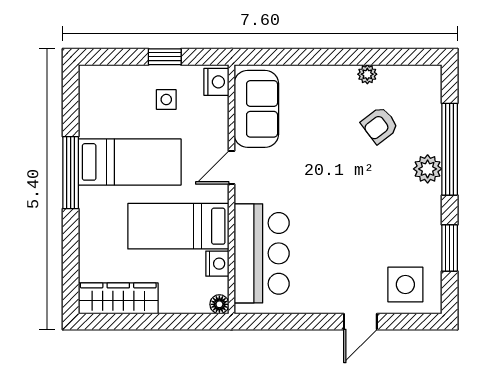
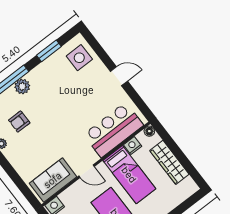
armchair: (380, 125) -> (19, 122), turned 127
wardrobe: (118, 298) -> (169, 162), moved
door: (360, 322) -> (119, 76), moved

